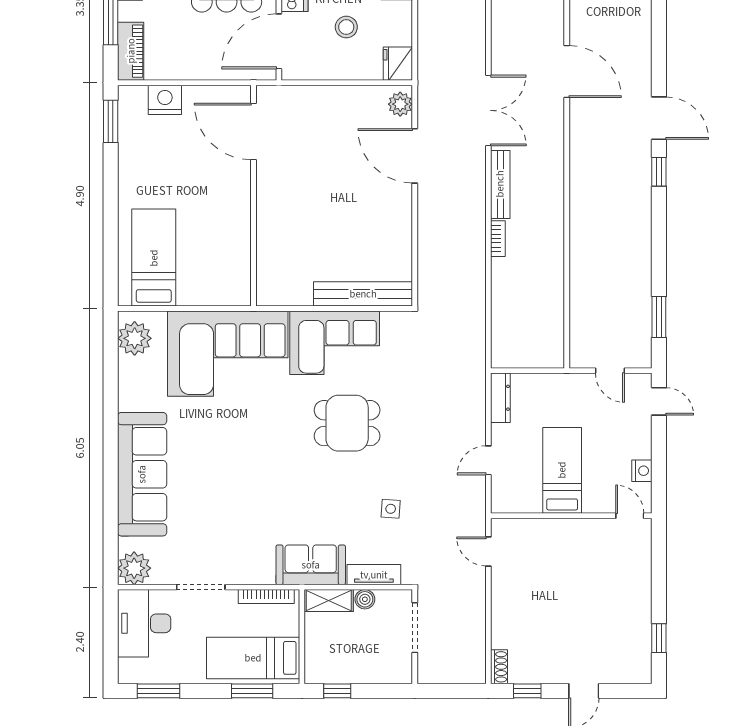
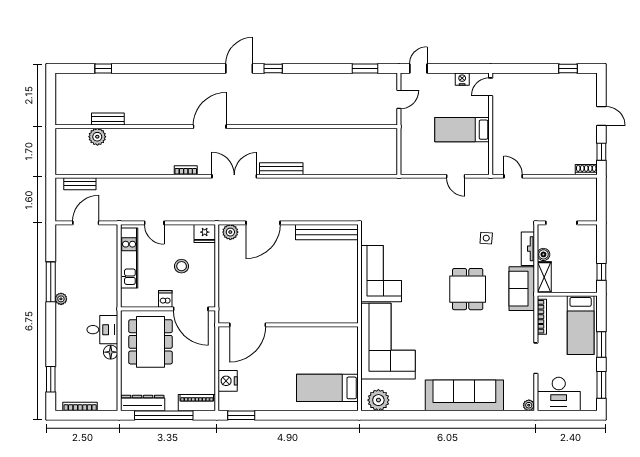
bookcase: (498, 239) -> (186, 170), moved
bench: (363, 294) -> (327, 232), moved, turned 90
dresser: (500, 398) -> (416, 169), removed
dining table: (347, 423) -> (468, 289), moved
door: (488, 551) -> (513, 176), swing flipped
plant: (134, 568) -> (529, 405), width x0.53, depth x0.53
window: (252, 691) -> (601, 344), moved

